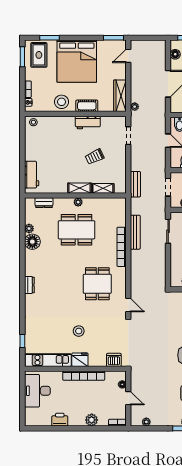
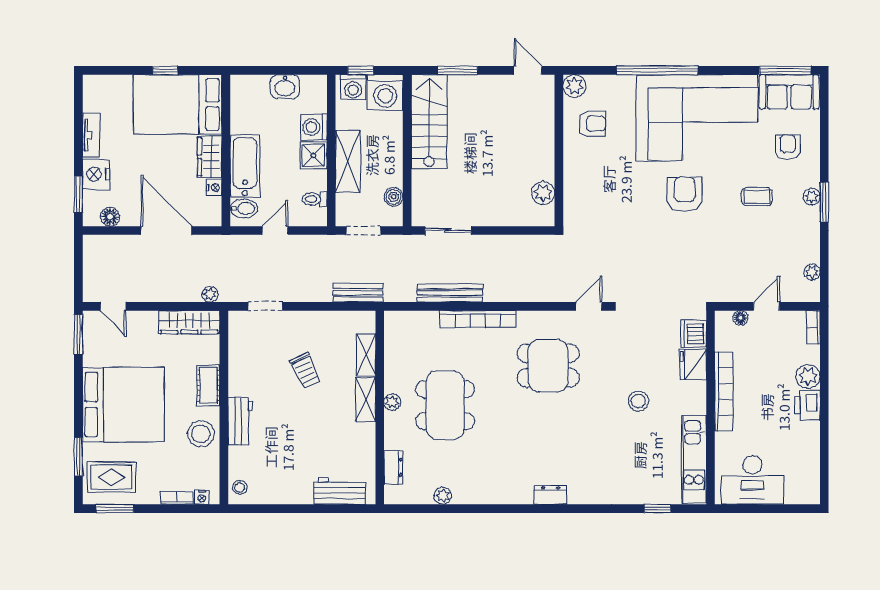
workbench: (88, 122) -> (240, 421), moved
floor lamp: (32, 242) -> (468, 490), removed
fridge: (80, 360) -> (693, 364), moved
printer: (60, 420) -> (808, 405), moved

